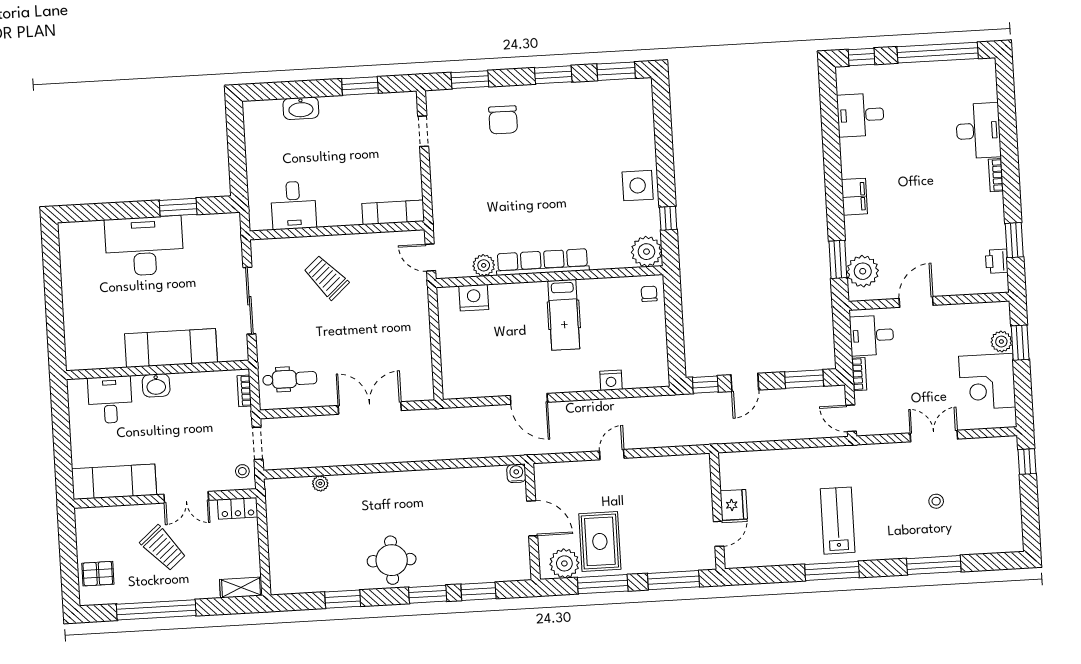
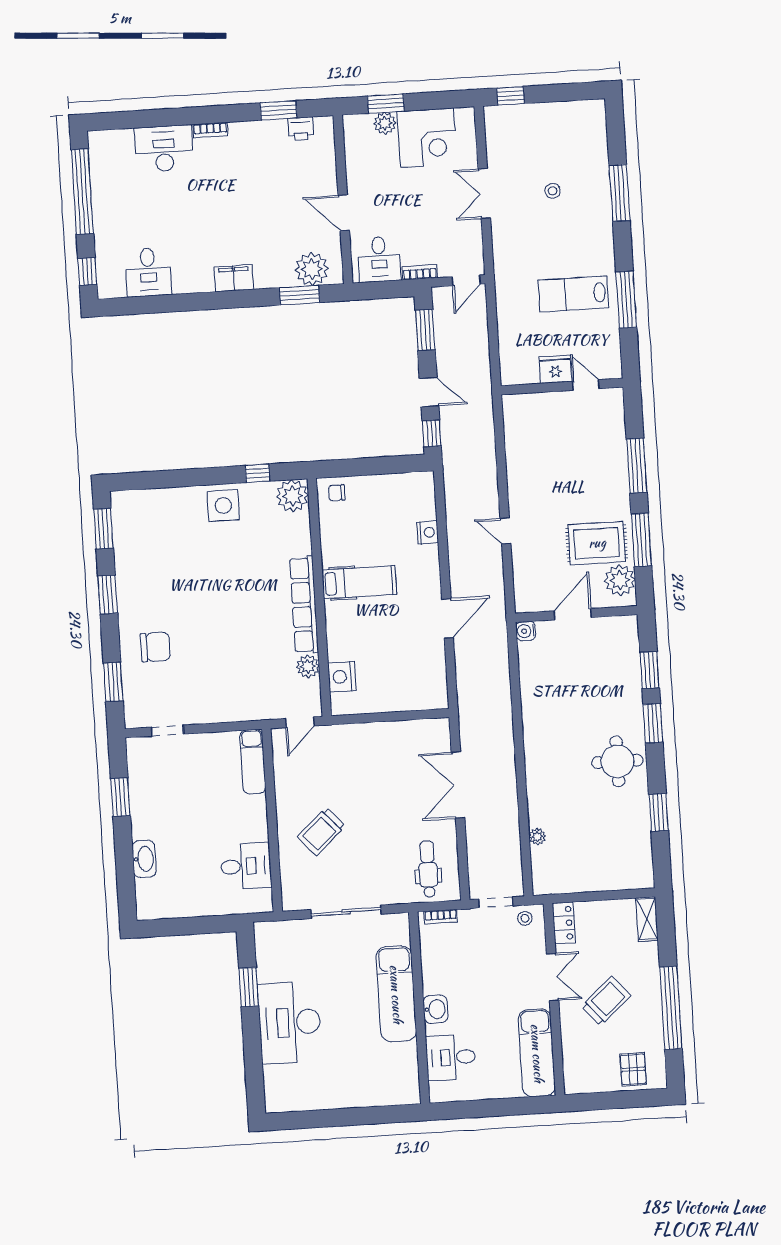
fridge: (734, 505) -> (555, 369), moved
wall: (717, 511) -> (562, 386), moved
door: (719, 534) -> (586, 385), moved

